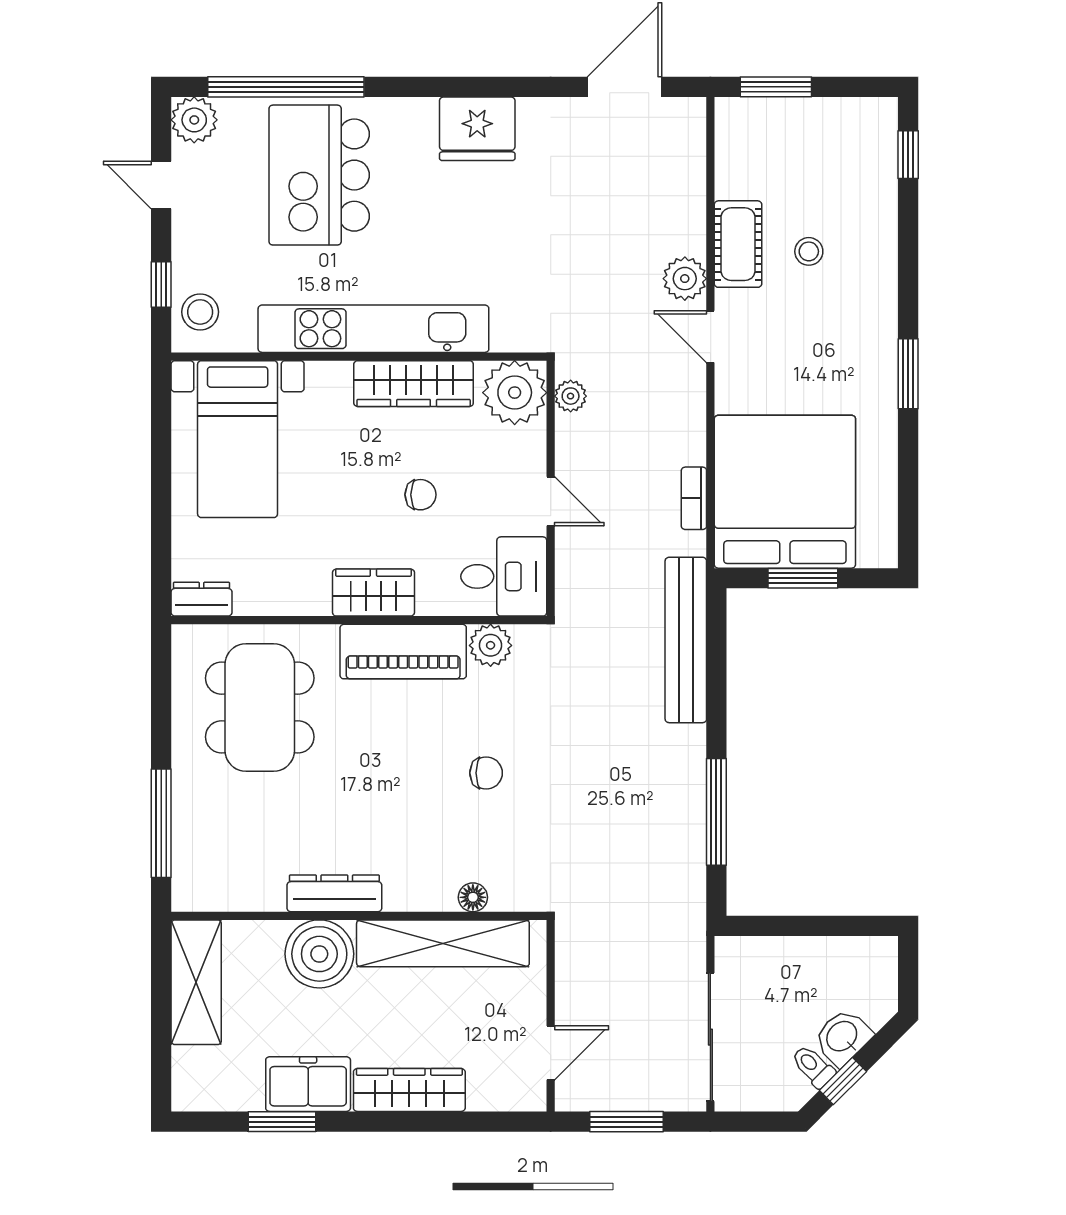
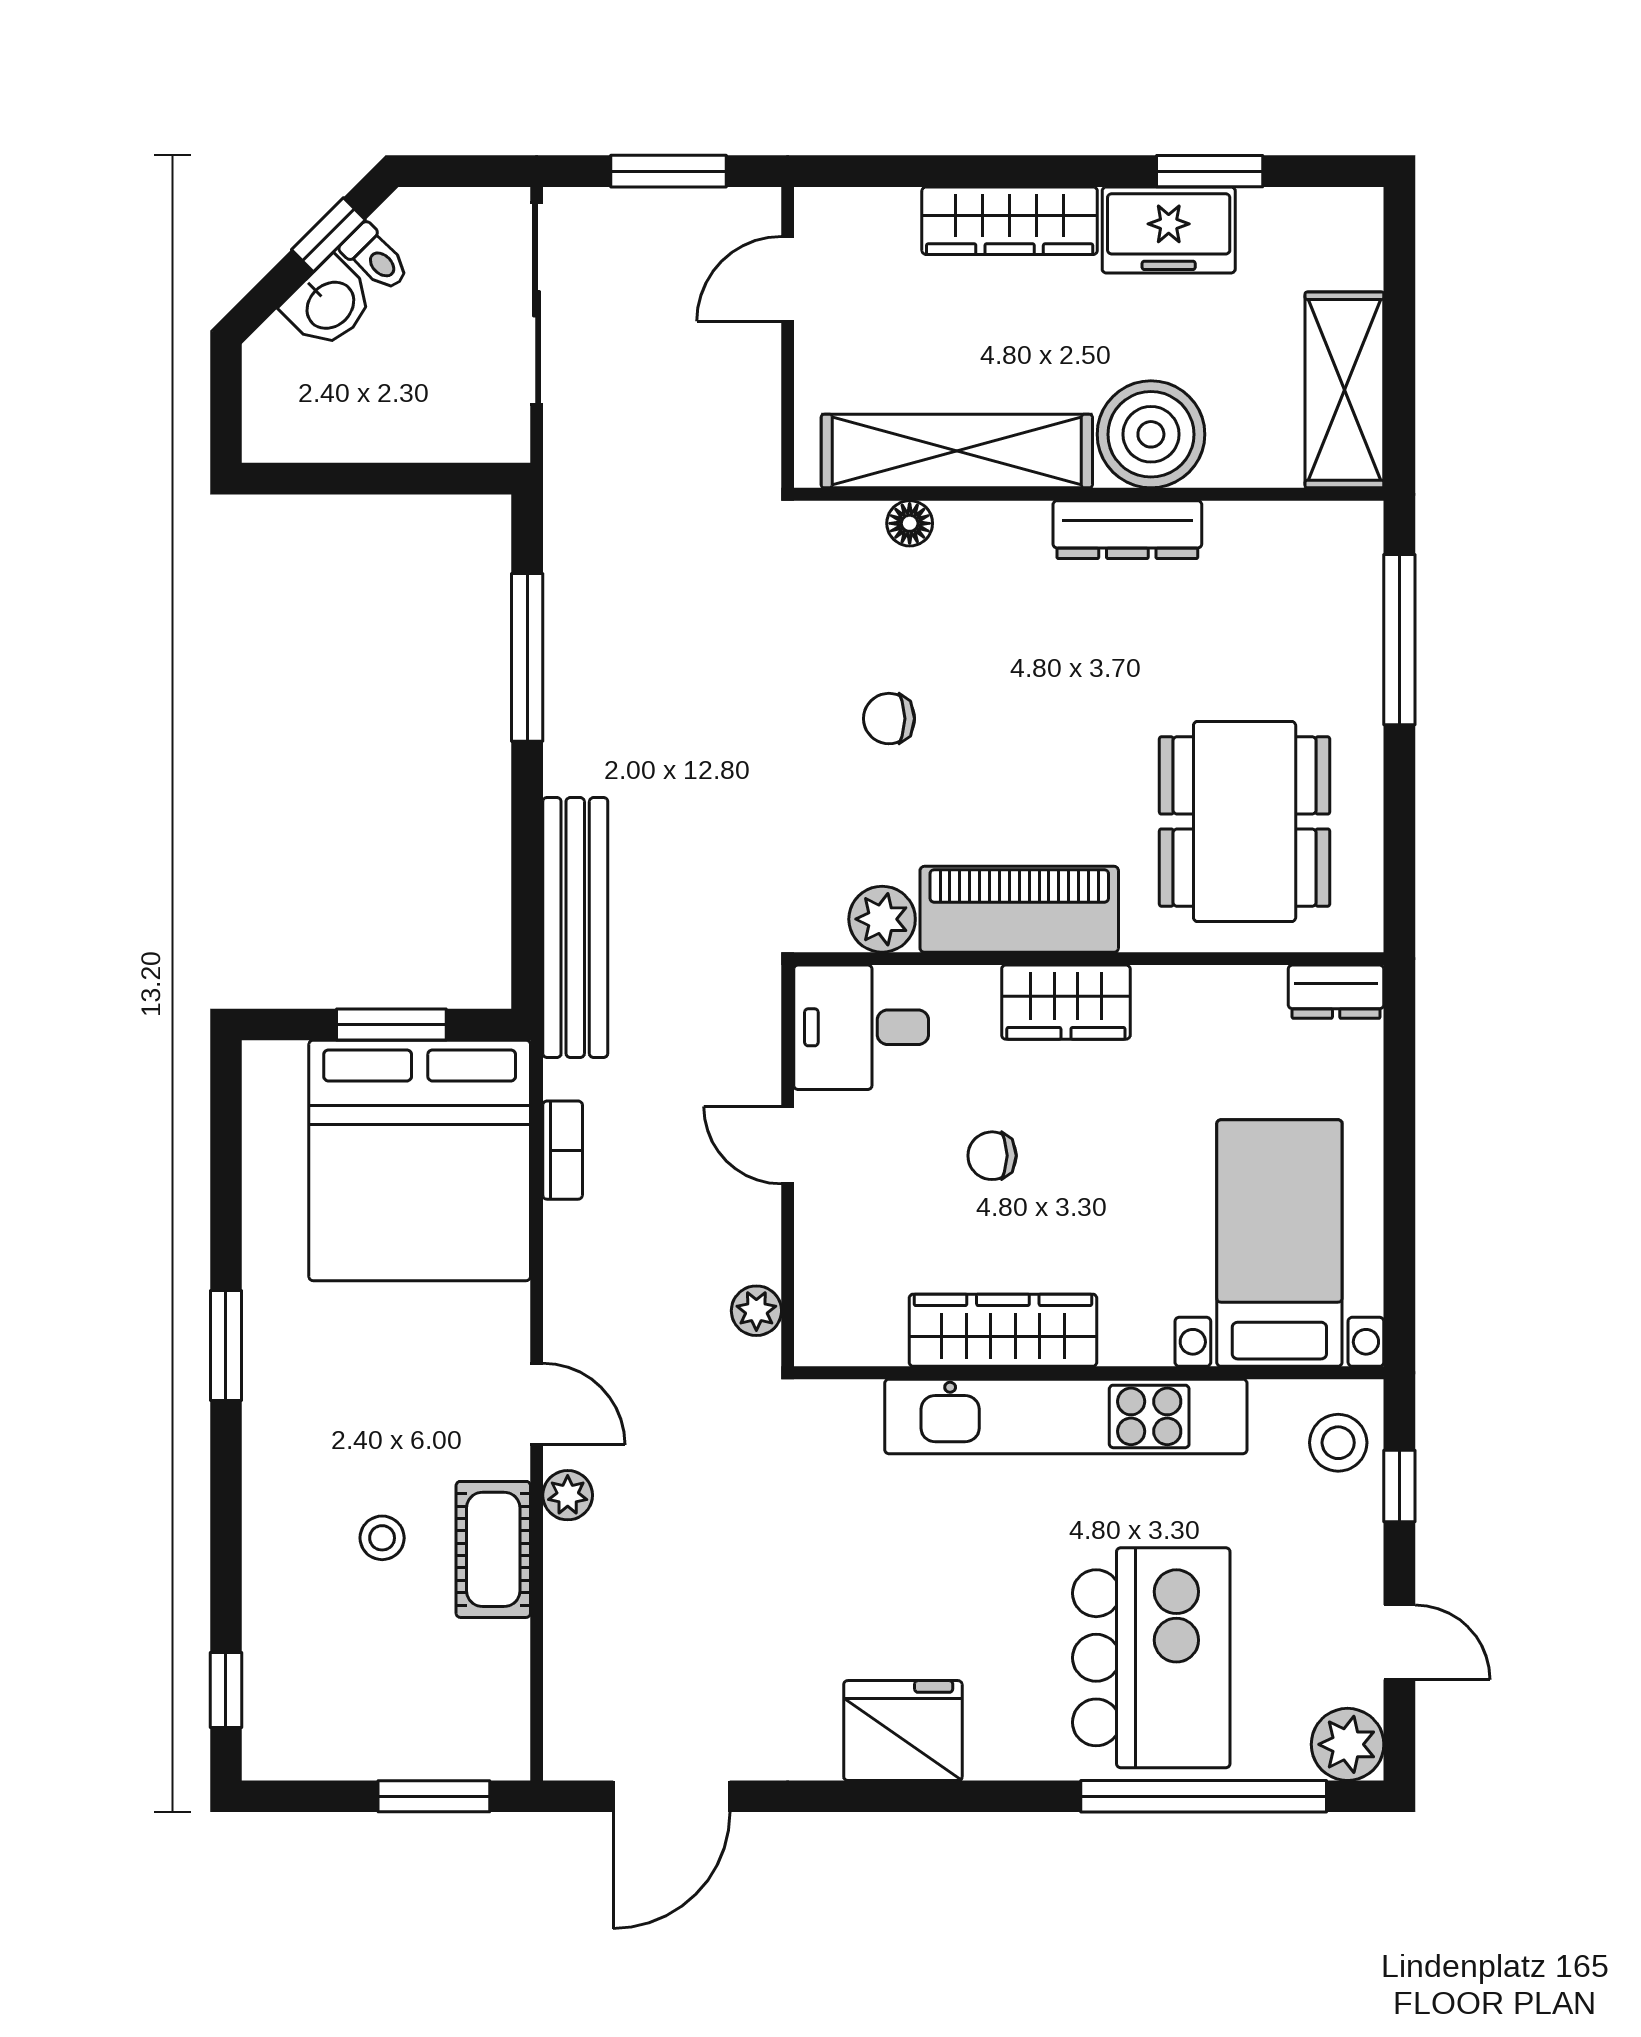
plant: (685, 279) -> (568, 1495), width x0.73, depth x0.73
plant: (515, 393) -> (844, 1316), removed

